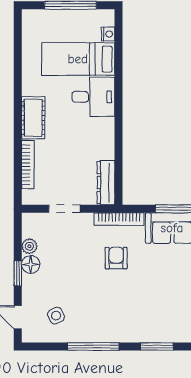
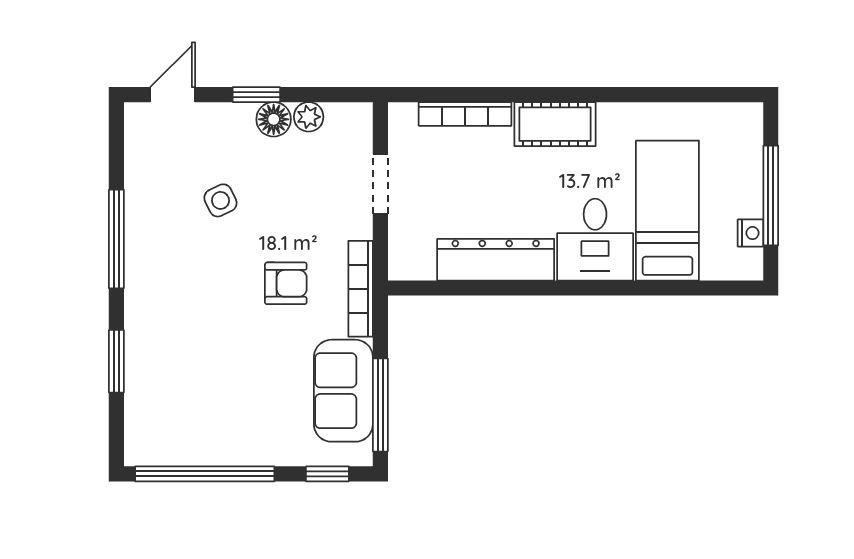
nightstand: (108, 34) -> (750, 233), moved, turned -90
dresser: (106, 183) -> (496, 260), moved, width x1.37, depth x1.24
side table: (56, 316) -> (220, 200), moved

